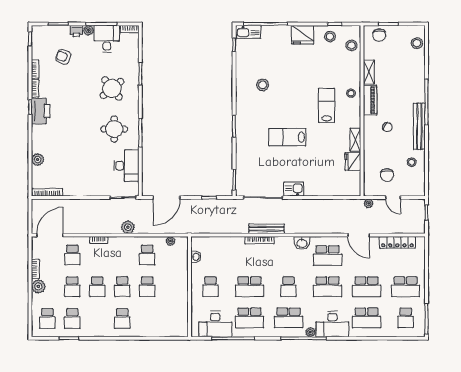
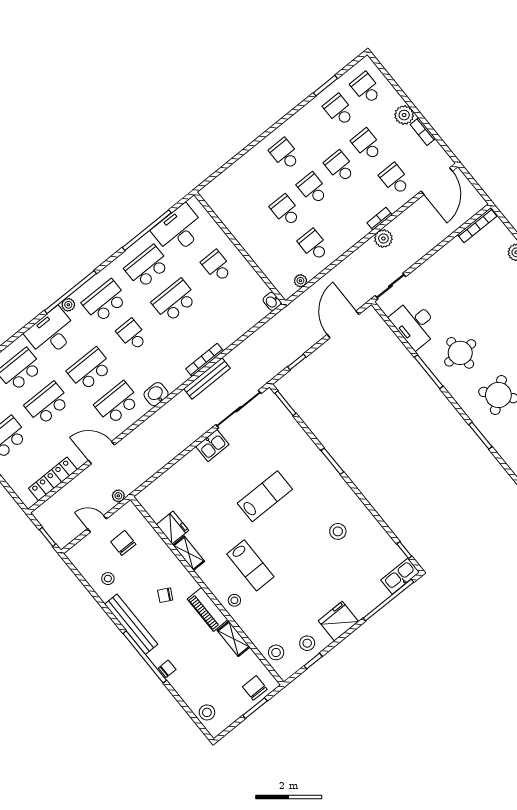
chair: (419, 85) -> (167, 669), added
plant: (128, 227) -> (383, 239), moved
washbasin: (196, 257) -> (272, 301), moved

